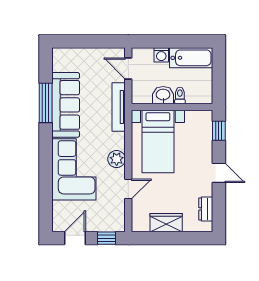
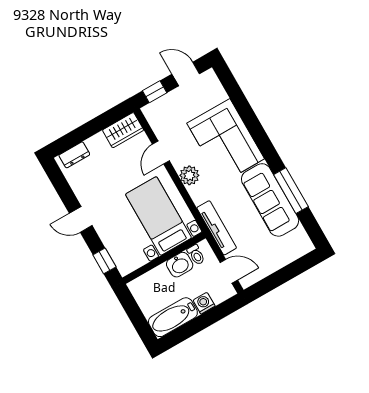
toilet: (180, 95) -> (196, 255), moved
dresser: (206, 209) -> (74, 155), moved, turned 90
wardrobe: (166, 223) -> (123, 130), moved
door: (75, 238) -> (186, 74), swing flipped

